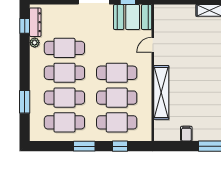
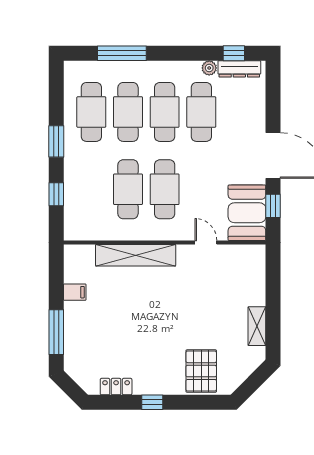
window: (25, 102) -> (122, 53), width x1.44
cafe table: (117, 122) -> (91, 189), removed

